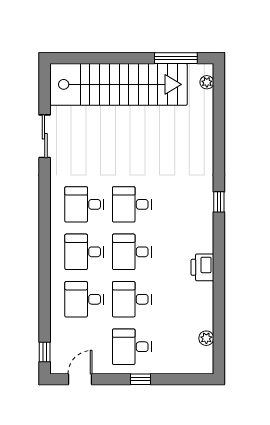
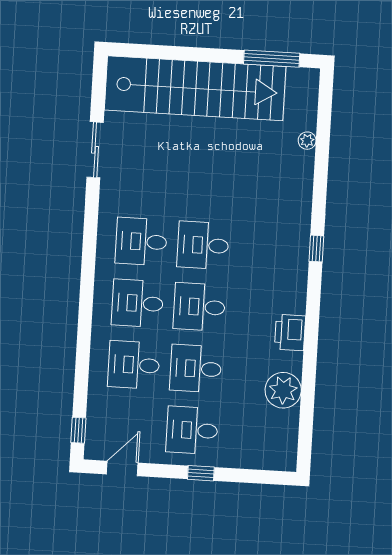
plant: (207, 82) -> (307, 141), moved
plant: (206, 338) -> (283, 390), moved, width x1.87, depth x1.87

